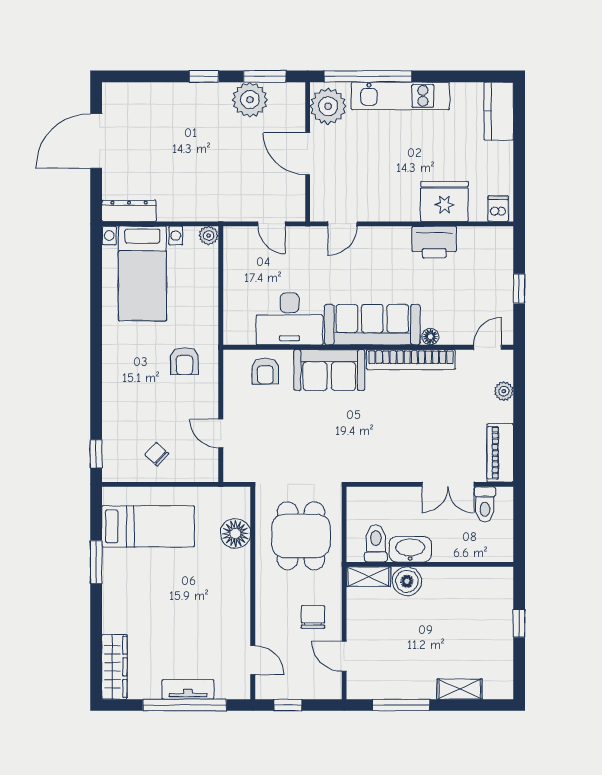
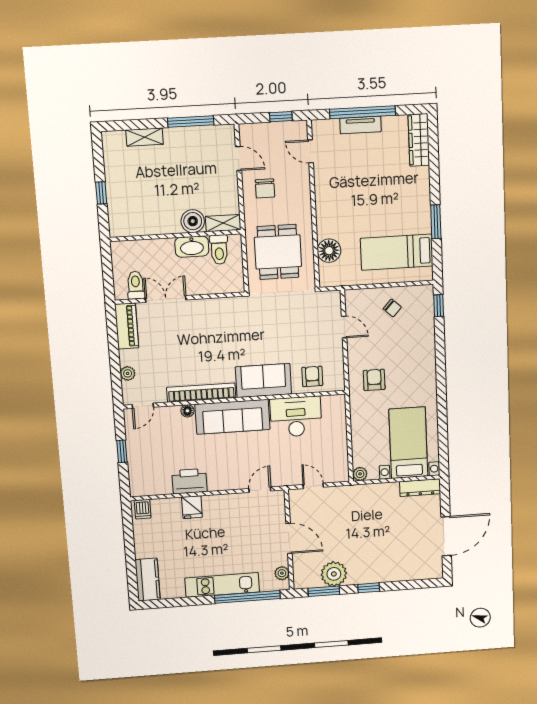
plant: (328, 106) -> (282, 573), width x0.53, depth x0.53
fridge: (444, 201) -> (192, 507), width x0.53, depth x0.75

